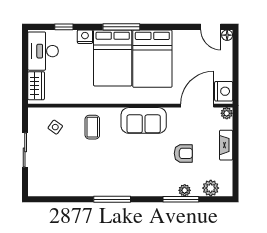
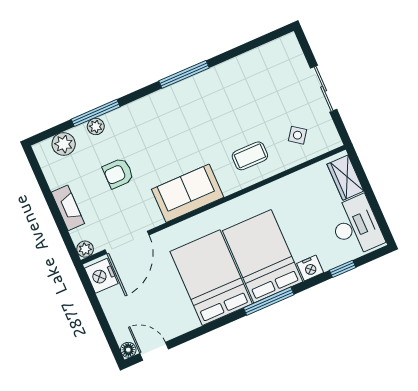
coffee table: (92, 127) -> (250, 156), turned 90

